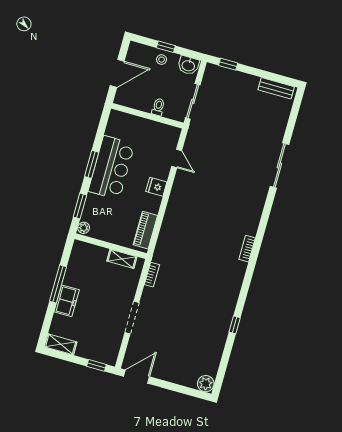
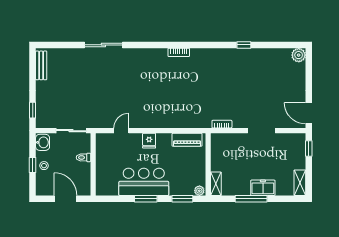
shelving: (122, 259) -> (216, 184), moved

